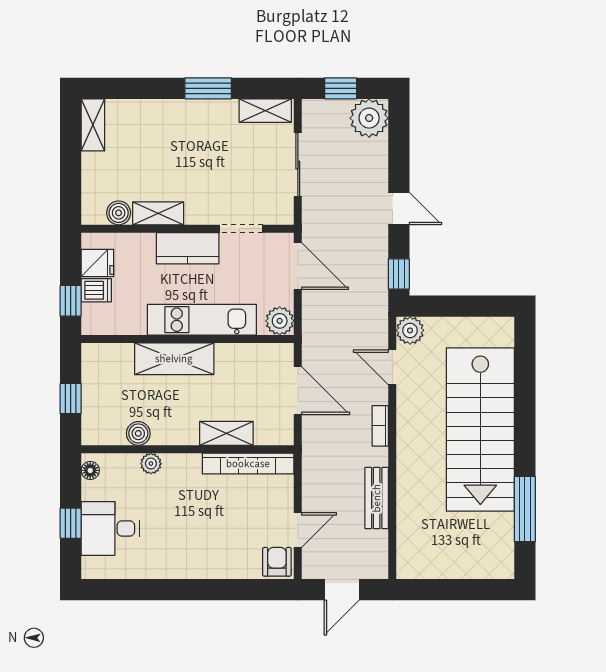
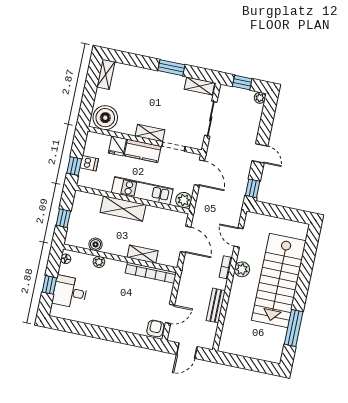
plant: (369, 118) -> (260, 98), width x0.53, depth x0.53
boiler: (119, 213) -> (105, 118), width x1.86, depth x1.86
shelving: (158, 213) -> (150, 133), moved
fridge: (97, 263) -> (117, 146), moved, turned 90
plant: (410, 330) -> (242, 269), moved

